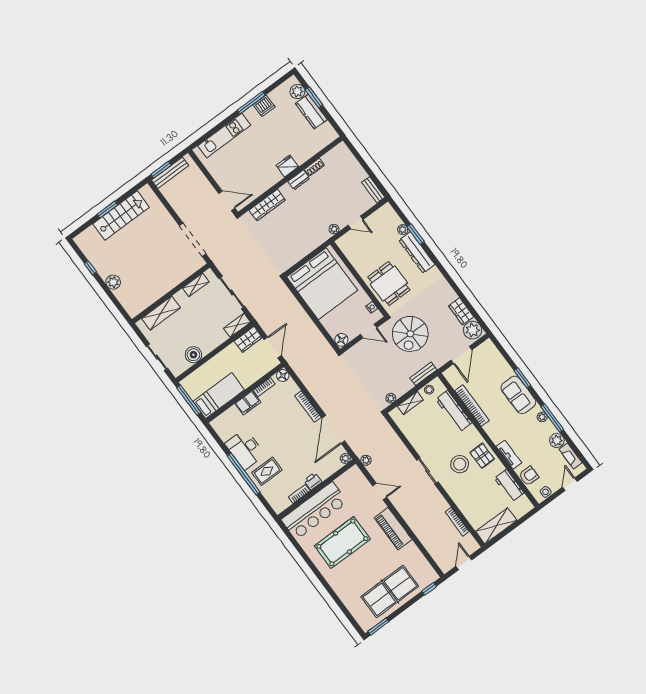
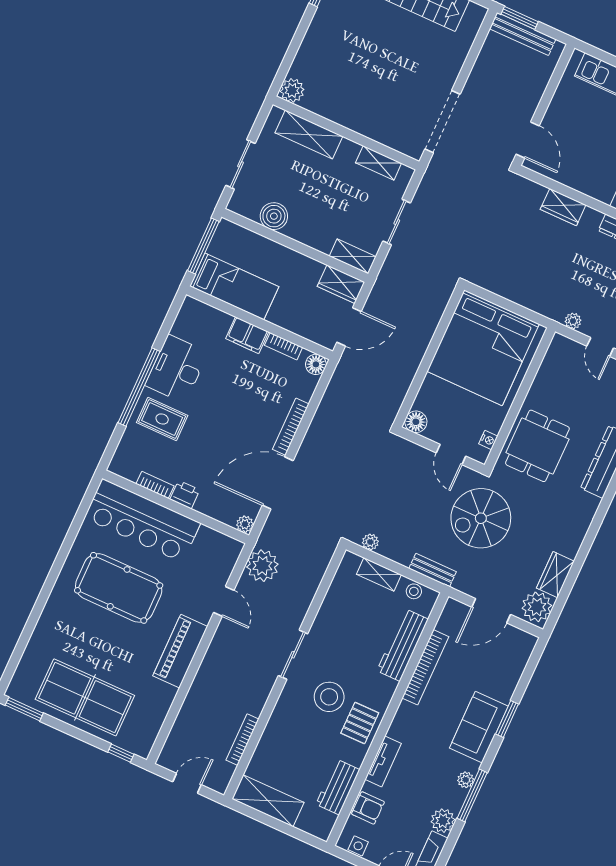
wardrobe: (267, 205) -> (563, 207), width x0.67
plant: (113, 282) -> (292, 90), moved
sliding door: (232, 292) -> (397, 222), width x0.73
plant: (366, 460) -> (262, 566), width x1.88, depth x1.88

